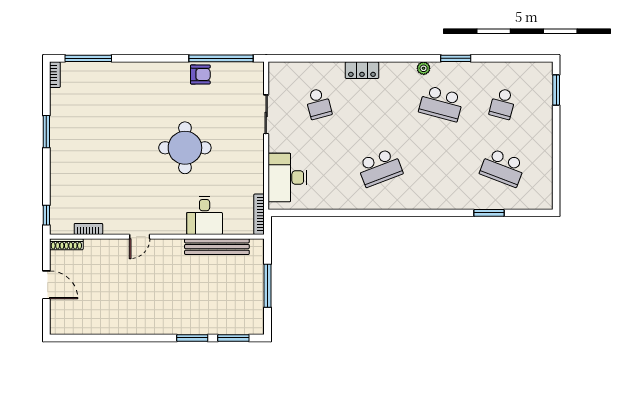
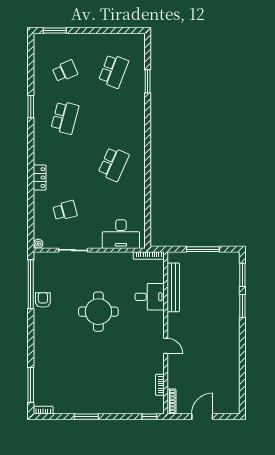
plant: (424, 68) -> (38, 244), moved
school desk: (503, 104) -> (65, 71), turned -39
school desk: (380, 168) -> (113, 164), turned 45

